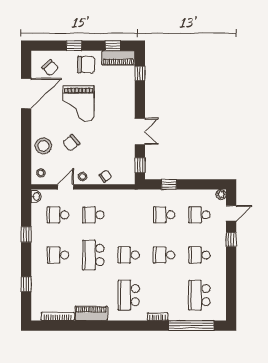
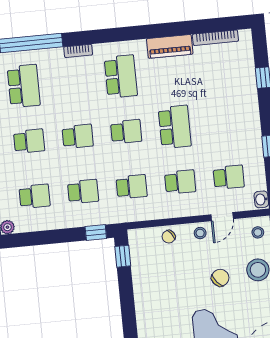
double door: (140, 131) -> (127, 303), removed
window: (169, 184) -> (96, 232), moved
school desk: (58, 255) -> (132, 187), moved

